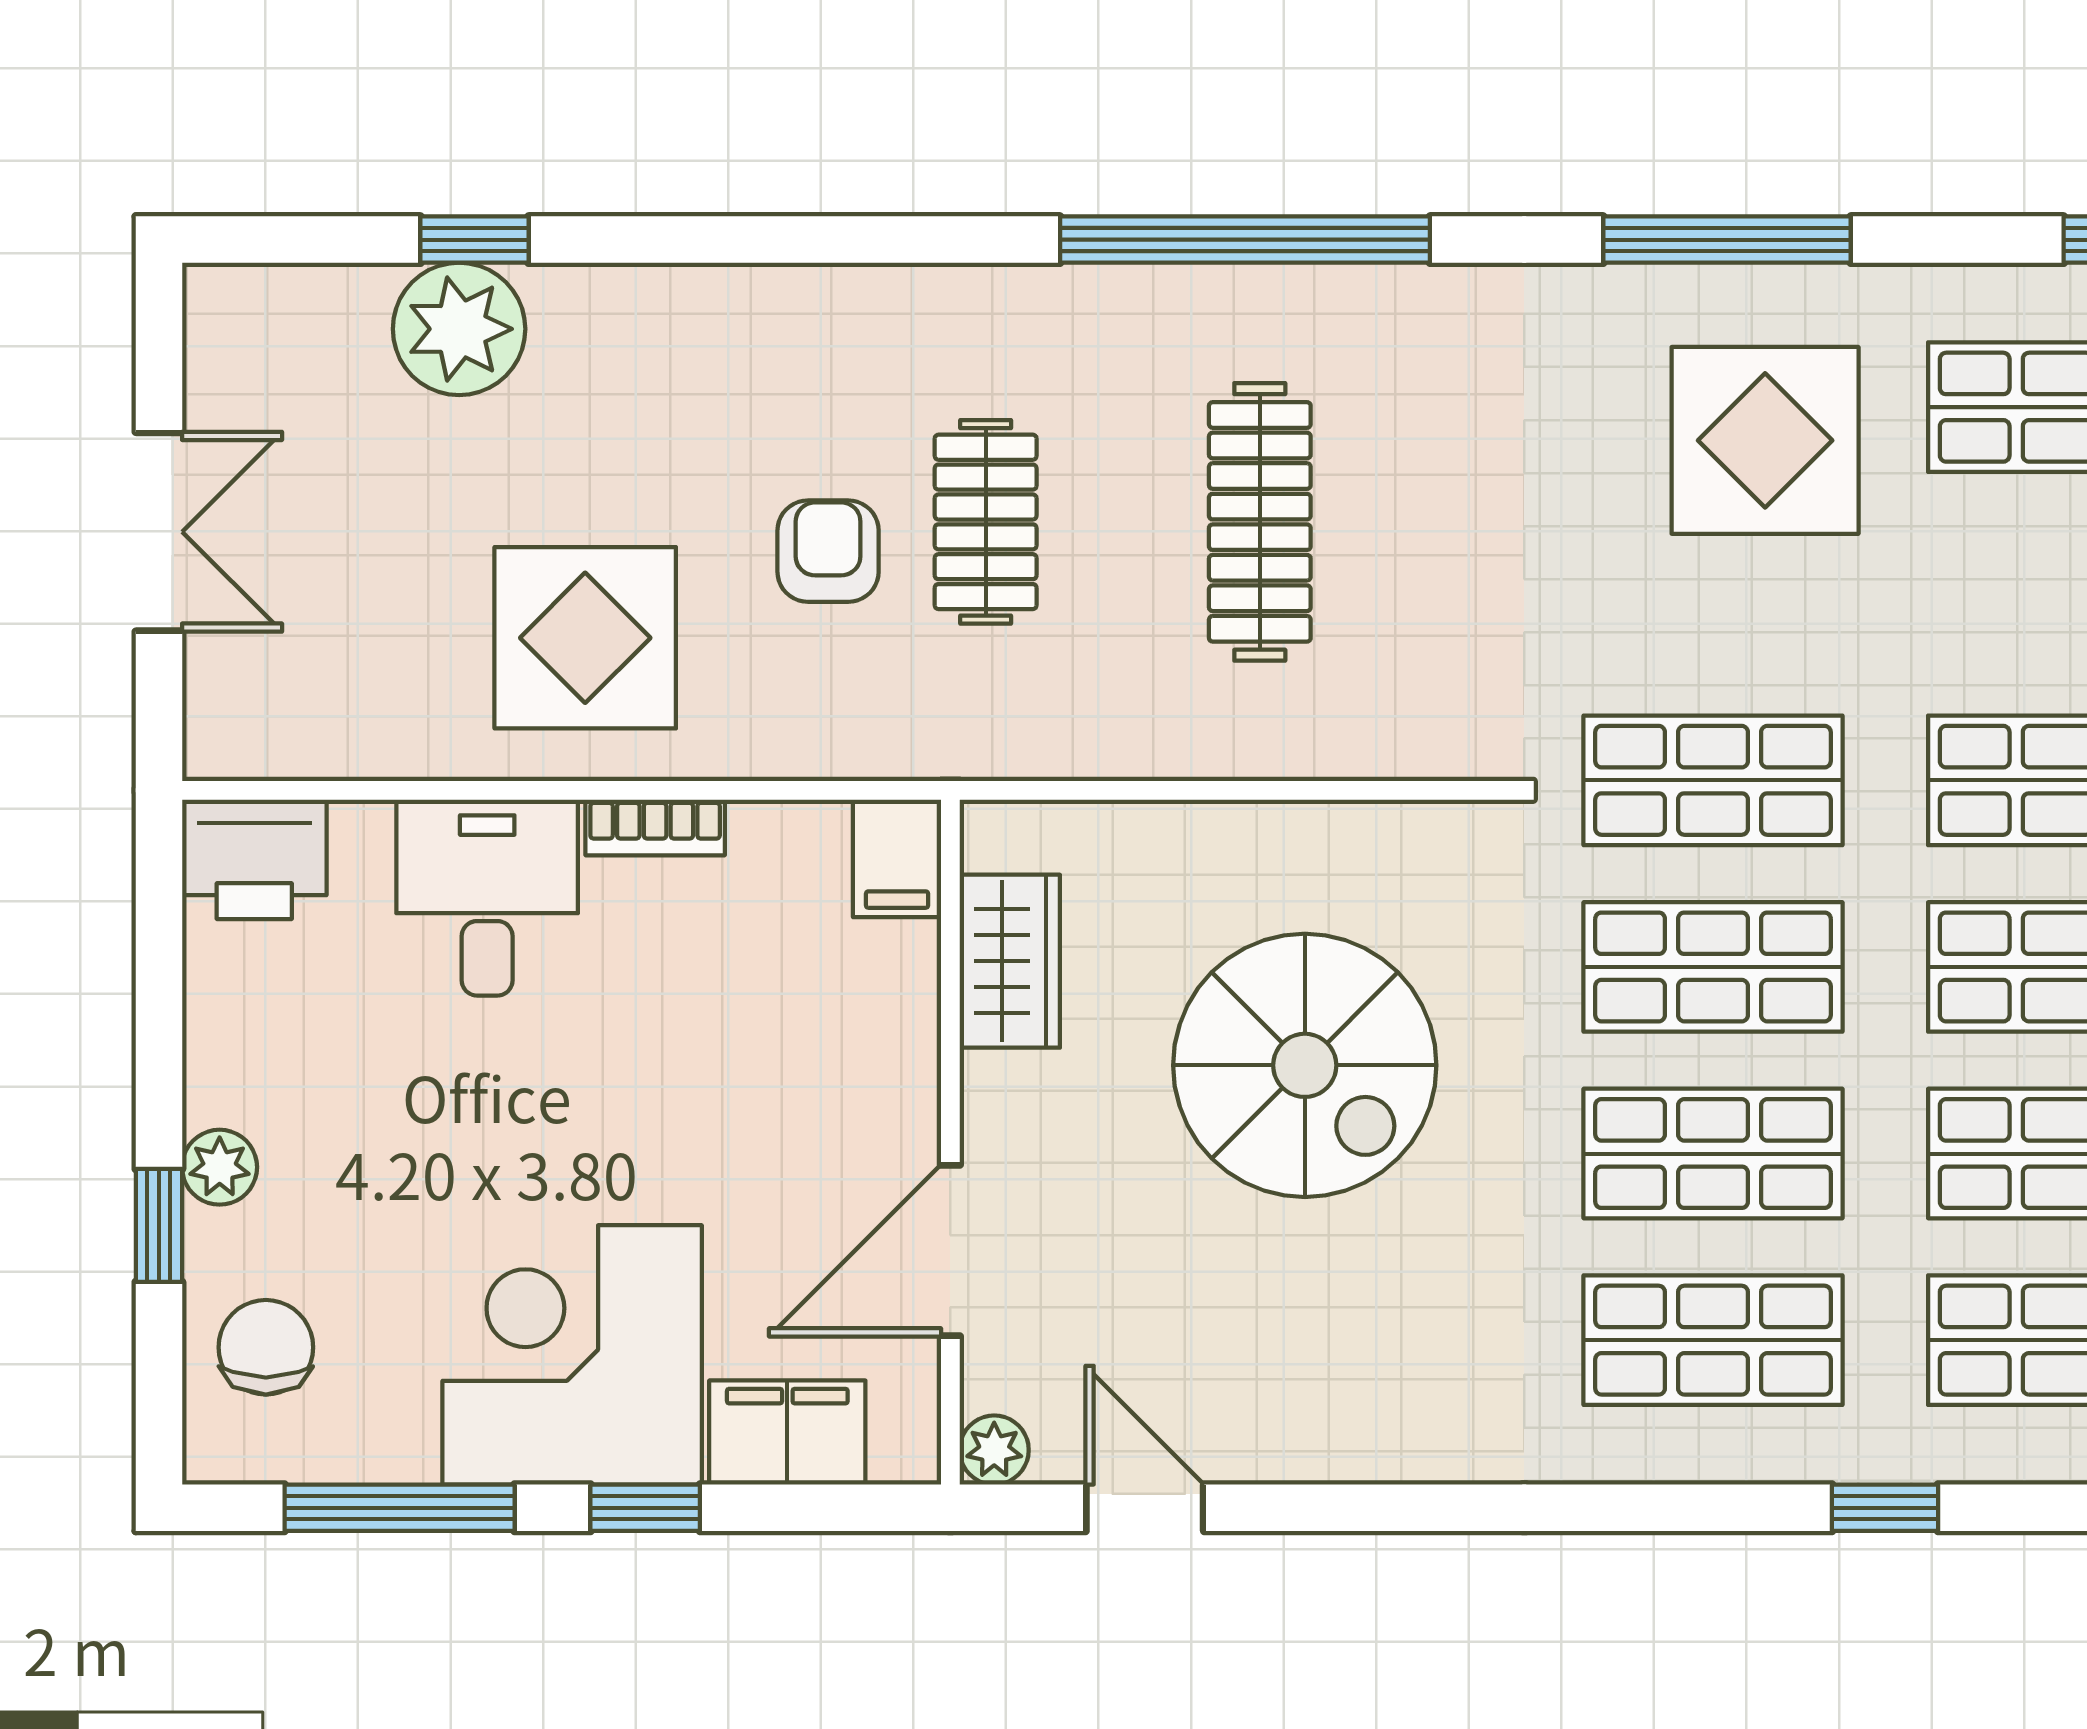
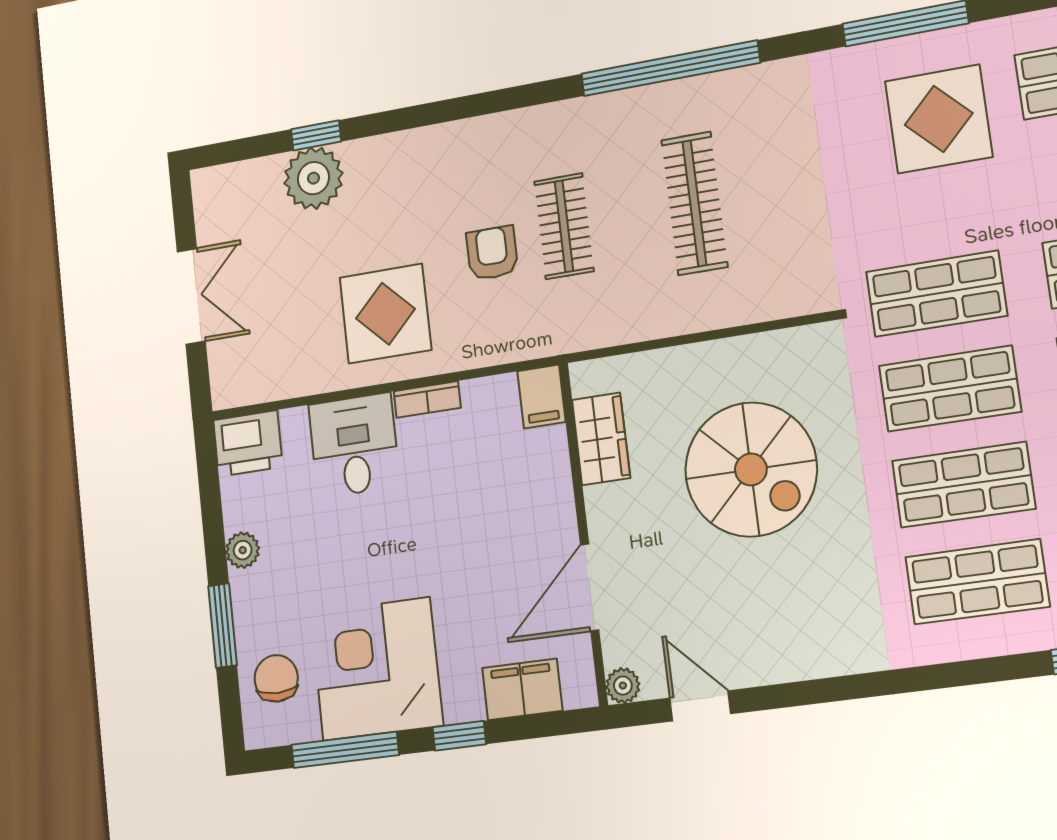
plant: (220, 1167) -> (243, 550), moved
window: (159, 1225) -> (223, 626), width x1.50
corner desk: (572, 1355) -> (376, 669), moved

